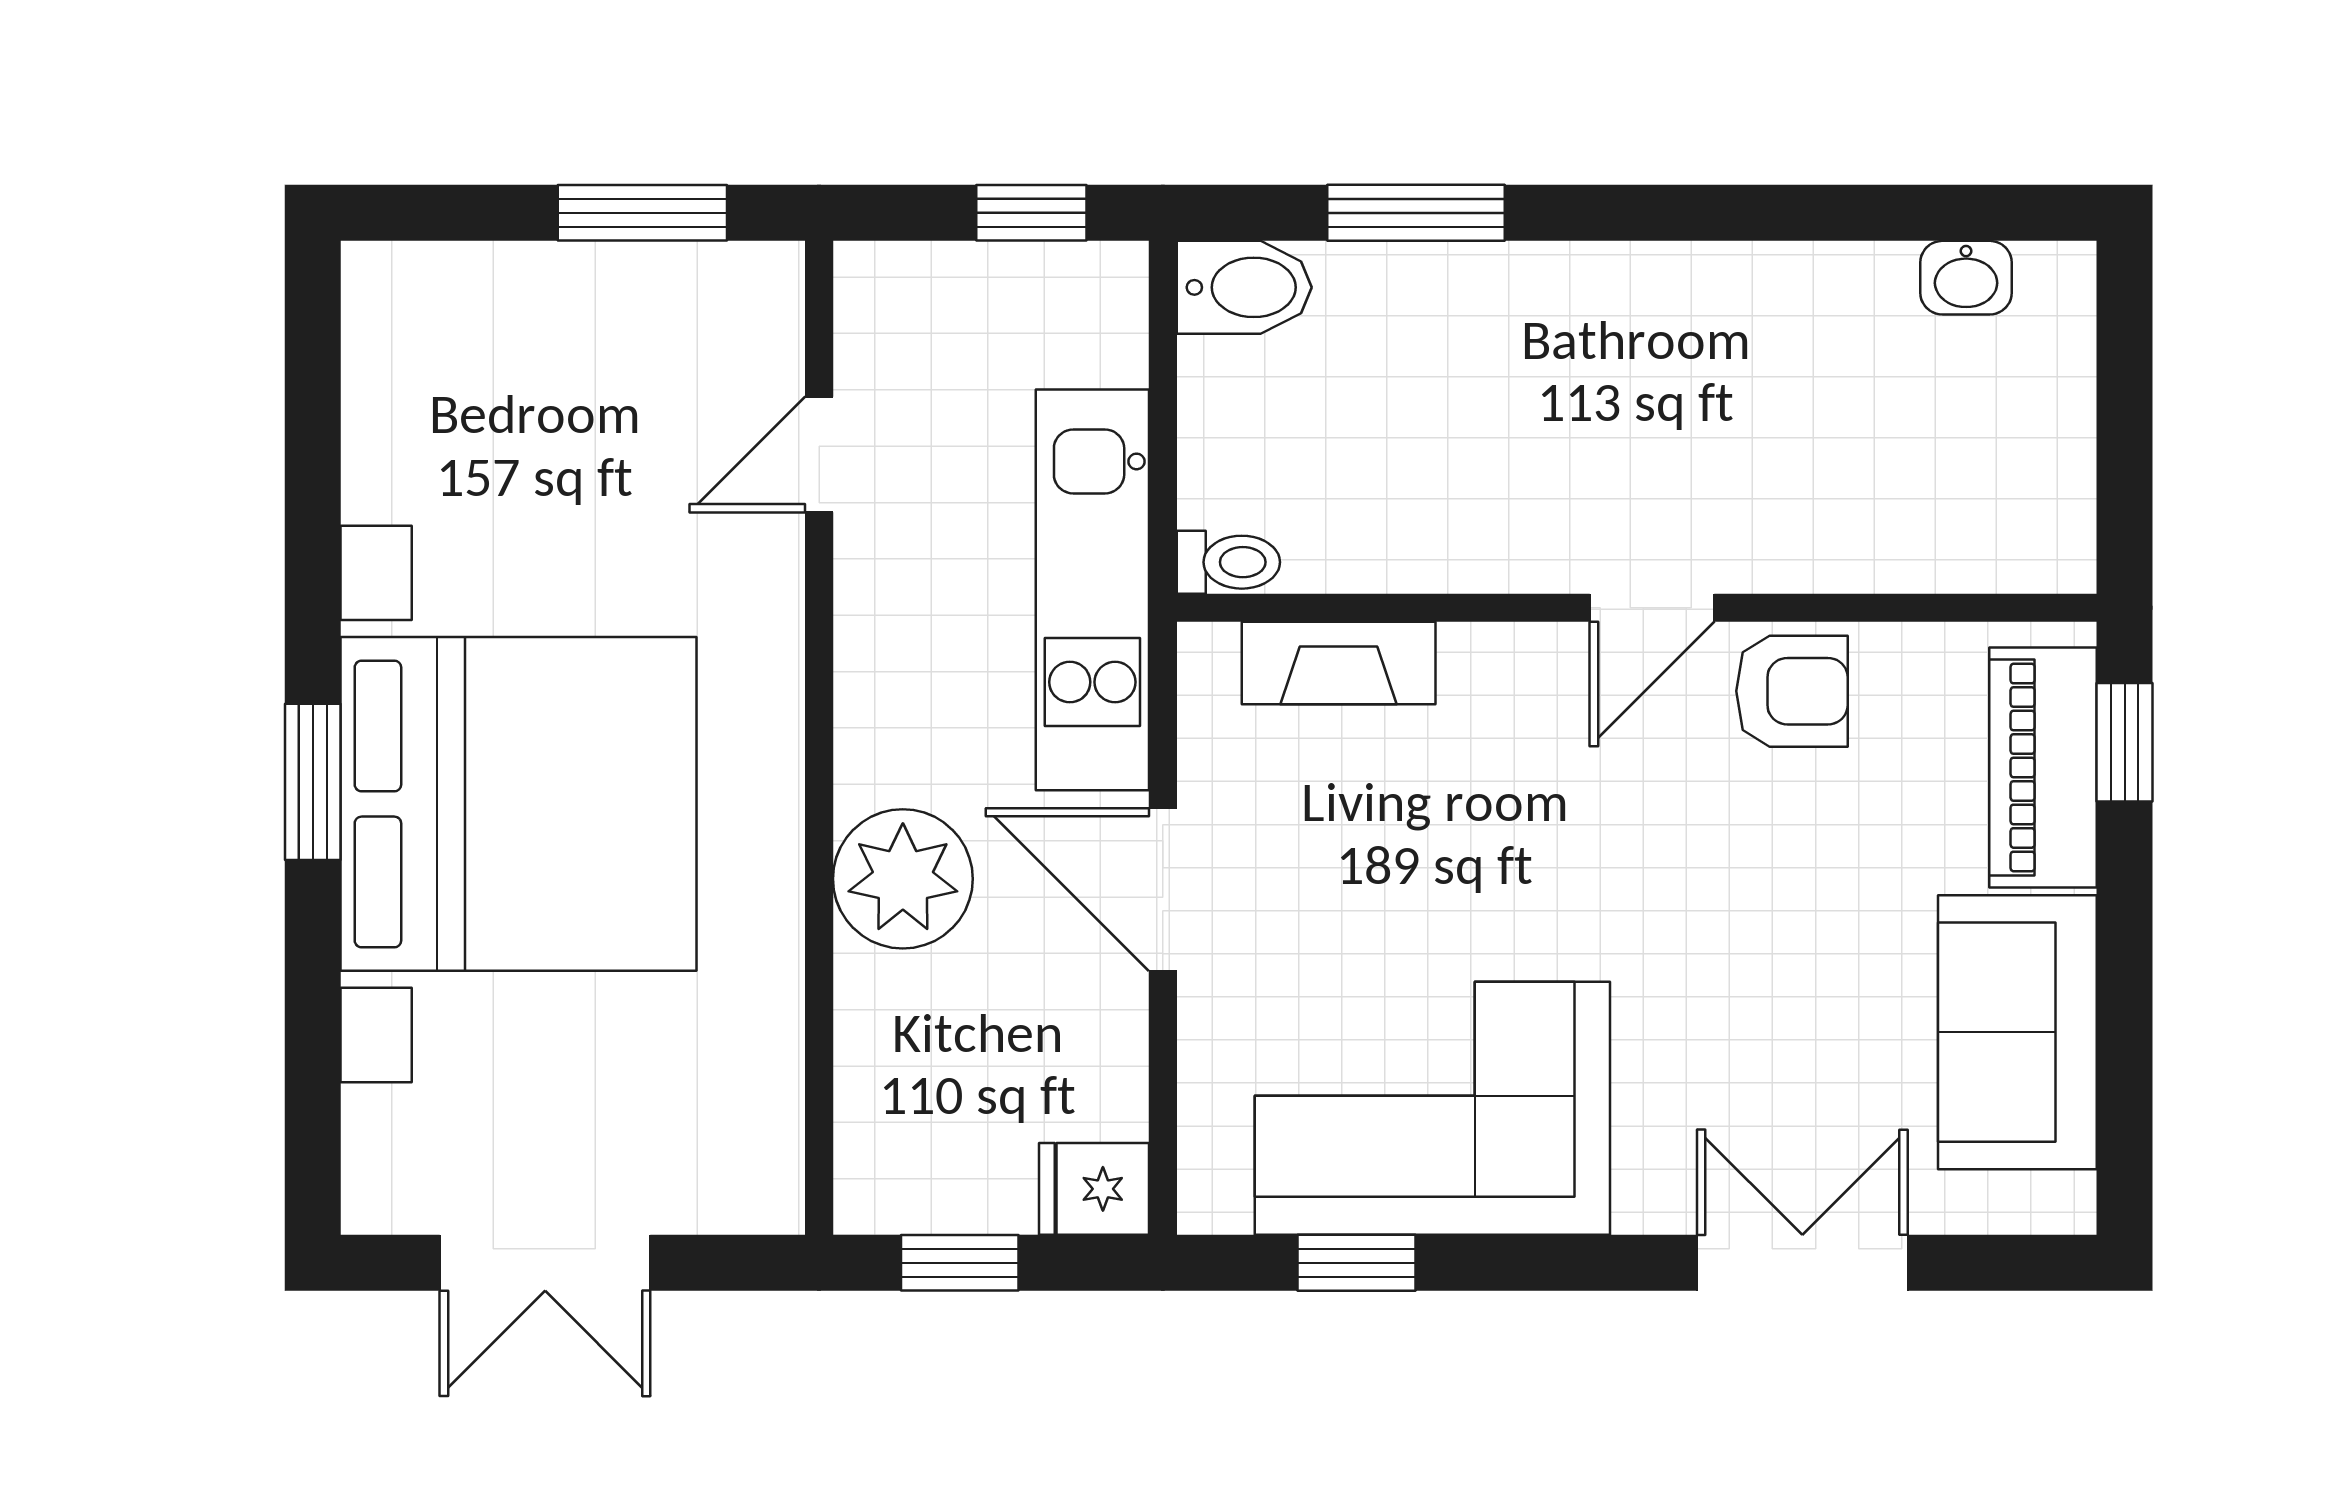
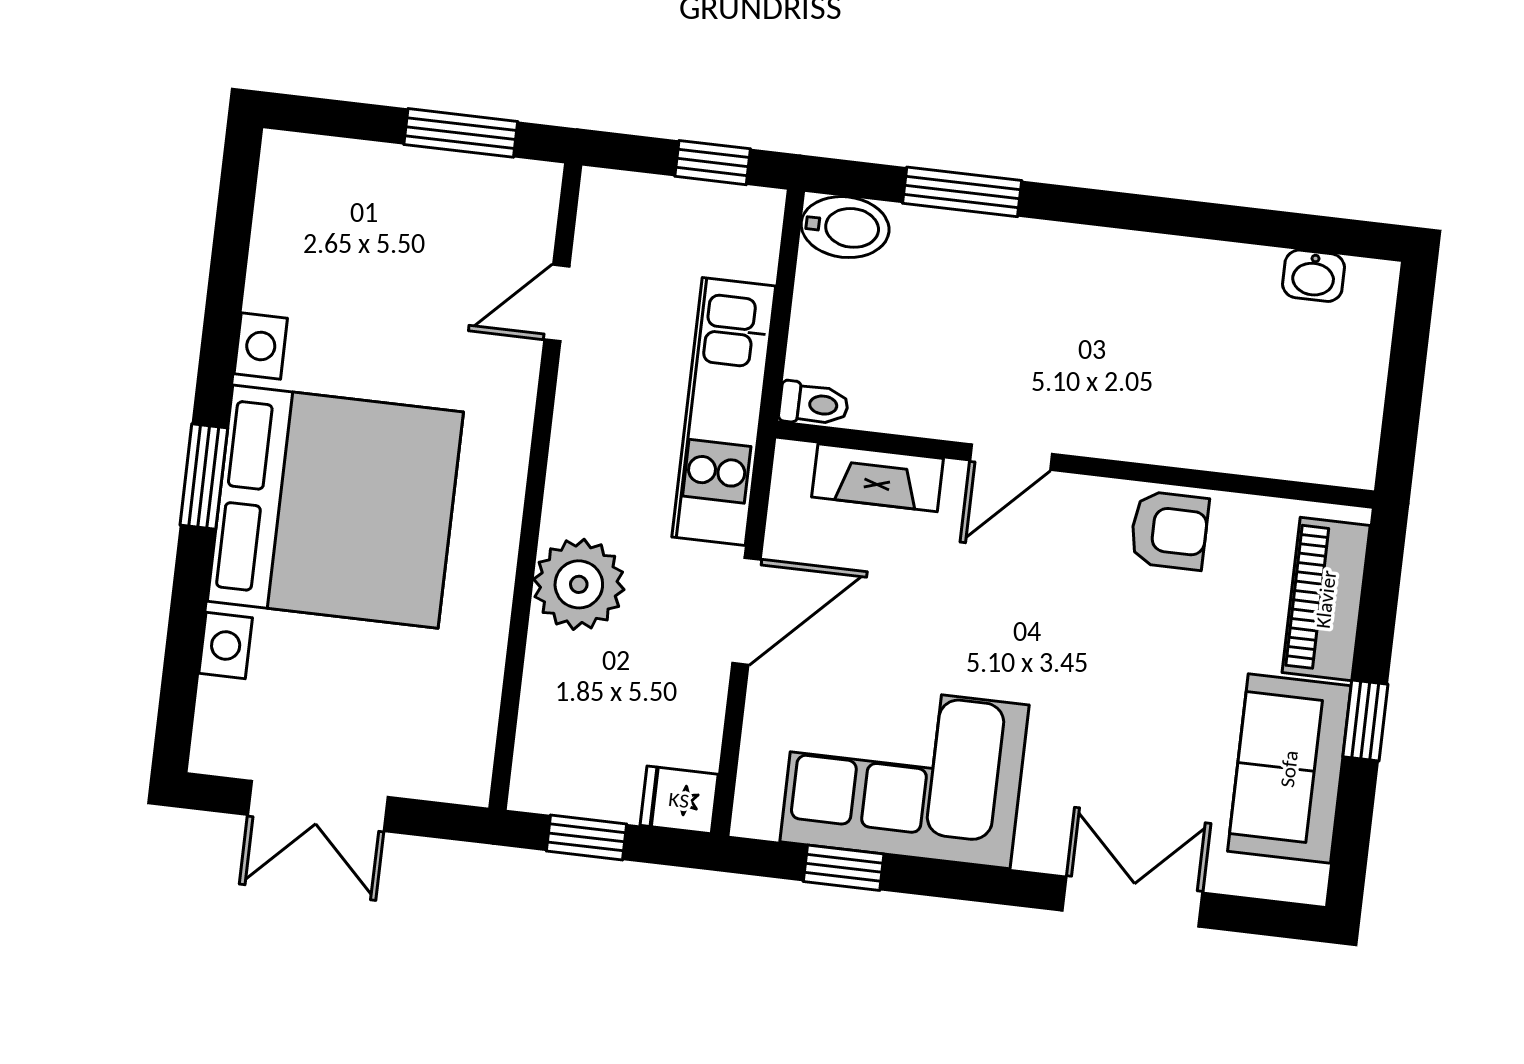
door: (1652, 608) -> (1011, 457), moved
window: (2125, 742) -> (1365, 720), moved
door: (1163, 890) -> (746, 611), swing flipped

